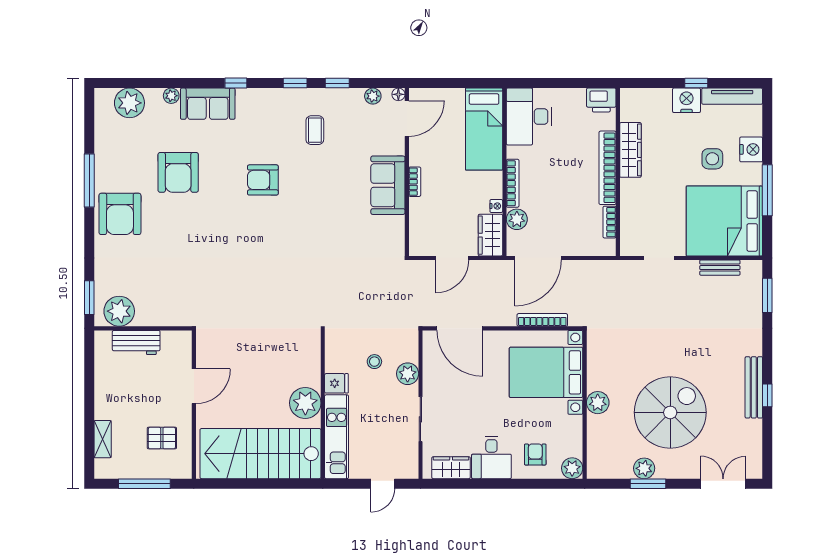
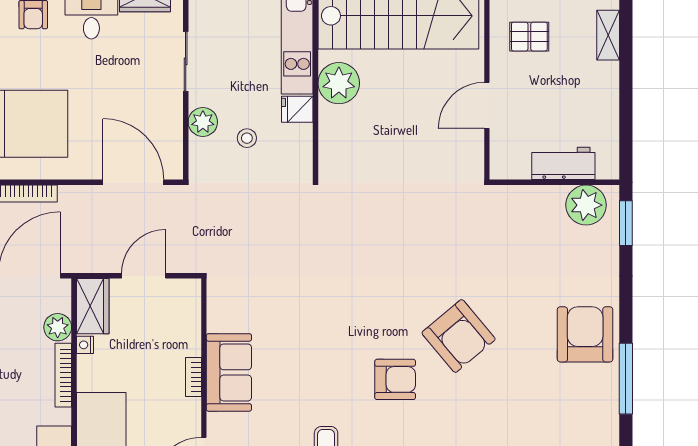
armchair: (178, 172) -> (459, 336), moved, turned 140

